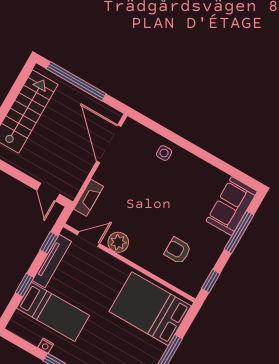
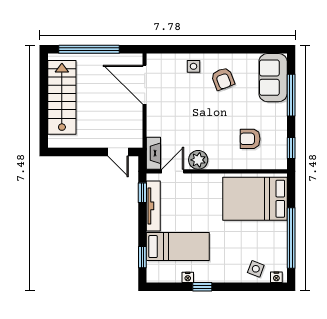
armchair: (184, 180) -> (223, 79), added
fireplace: (89, 198) -> (153, 153), moved
window: (25, 285) -> (142, 257), moved

